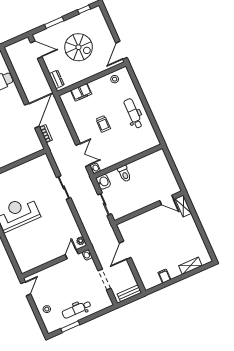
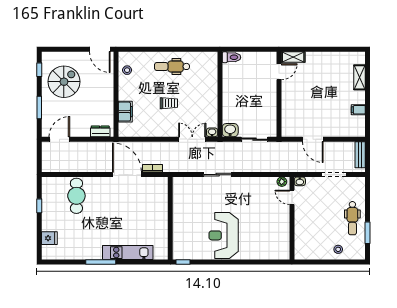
spiral stairs: (79, 47) -> (64, 82), moved
toilet: (124, 174) -> (231, 57), moved
door: (26, 289) -> (307, 262), removed

